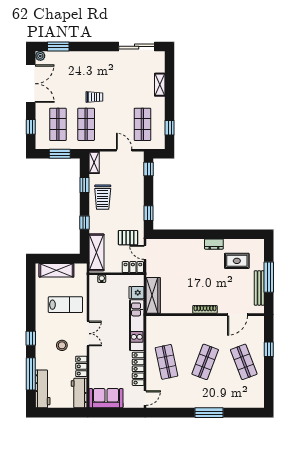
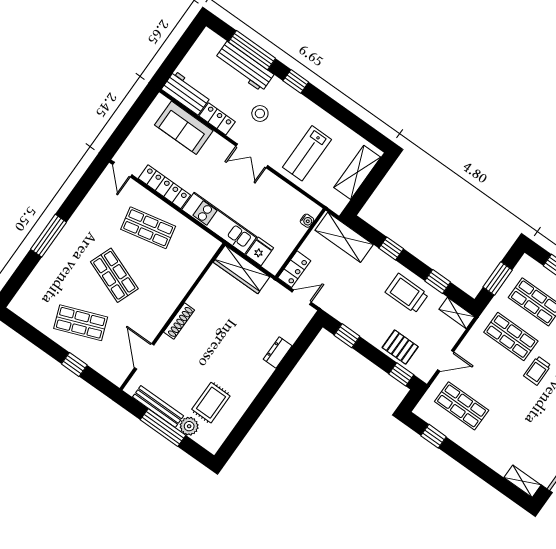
shelving: (160, 85) -> (522, 481), moved
pallet: (128, 238) -> (400, 347), moved, turned 90
dresser: (214, 244) -> (278, 353), moved
plant: (258, 264) -> (189, 426), added
workbench: (43, 389) -> (244, 67), moved
sofa: (106, 398) -> (184, 128), moved, turned 90

